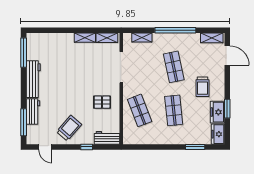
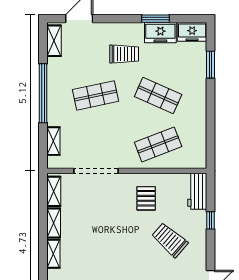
shelving: (63, 38) -> (53, 254), added
shop shelf: (174, 110) -> (158, 95), turned 30
trolley: (69, 128) -> (170, 240), moved

